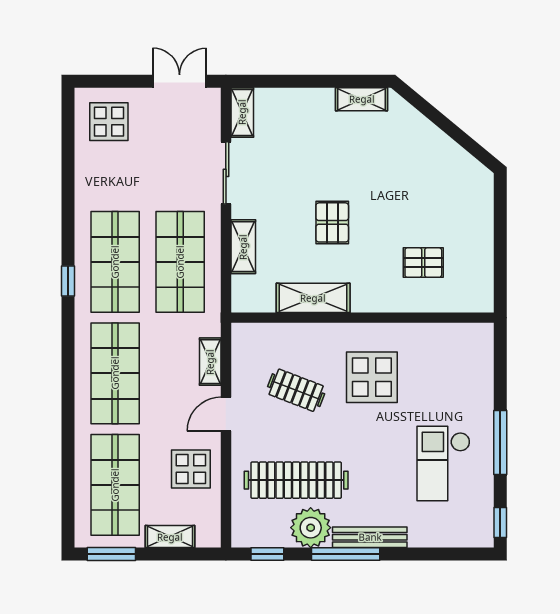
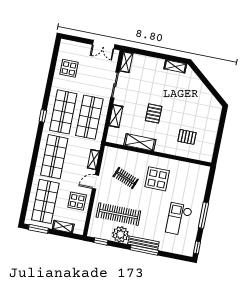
double door: (180, 81) -> (104, 45), swing flipped
display table: (109, 122) -> (69, 68), moved
window: (346, 554) -> (144, 250), moved

